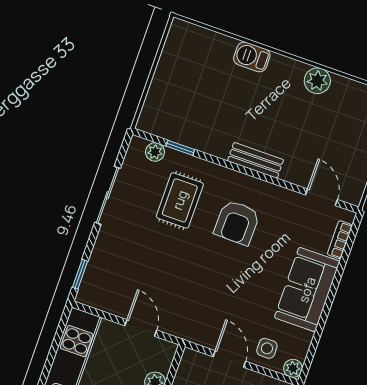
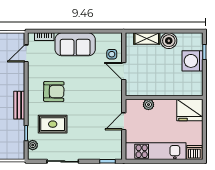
bench: (255, 160) -> (19, 105), moved
door: (229, 359) -> (124, 71), hinge flipped
plant: (293, 368) -> (117, 38), removed

